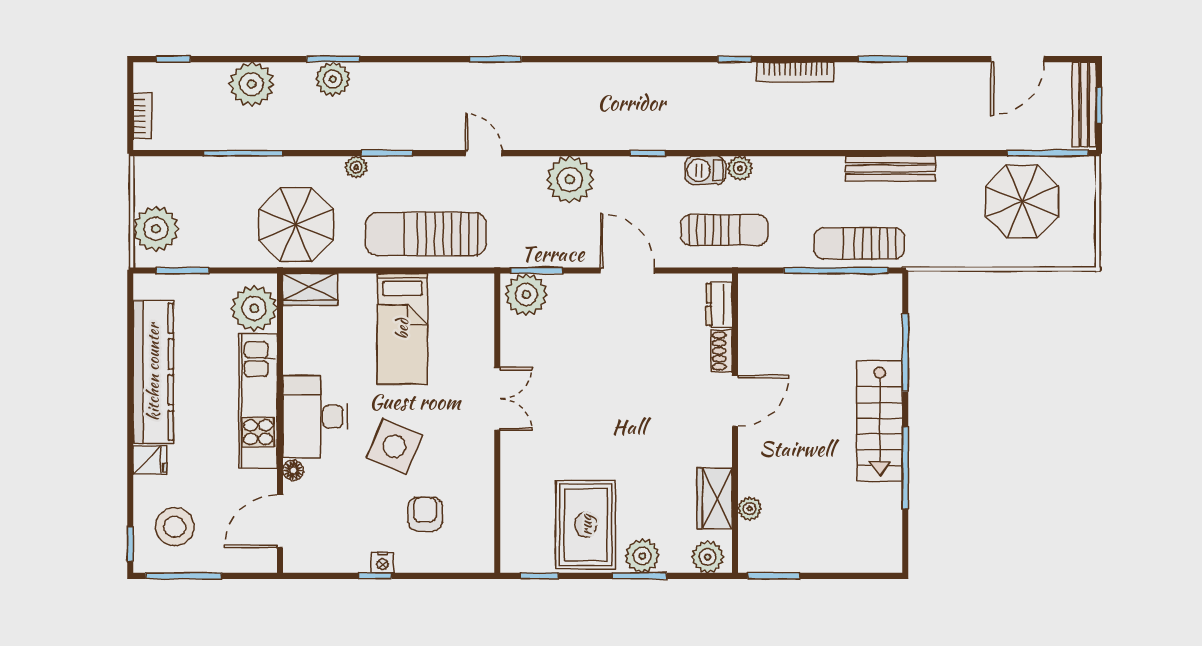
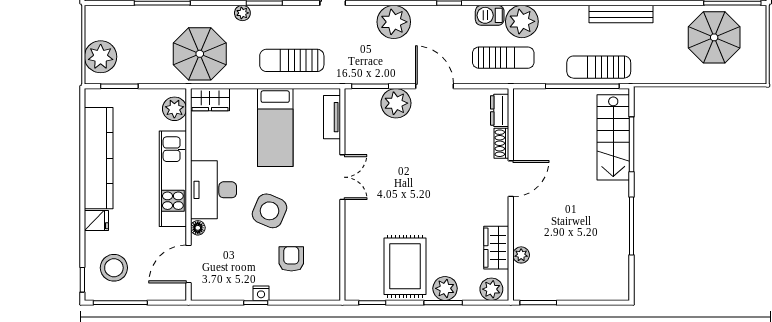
plant: (740, 168) -> (522, 21), width x1.88, depth x1.88
sun lounger: (426, 234) -> (292, 60), width x0.73, depth x0.75
plant: (526, 294) -> (396, 103), moved
plant: (254, 308) -> (174, 109), width x0.73, depth x0.73
tv unit: (483, 314) -> (332, 117), added
stairs: (880, 421) -> (613, 137), moved

